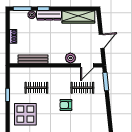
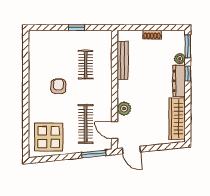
door: (102, 41) -> (131, 150), moved
clothes rail: (82, 88) -> (86, 124), width x1.36
armchair: (66, 105) -> (58, 86), moved
display table: (25, 114) -> (49, 137), moved

